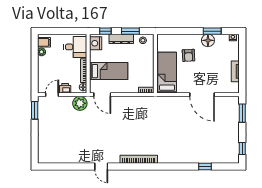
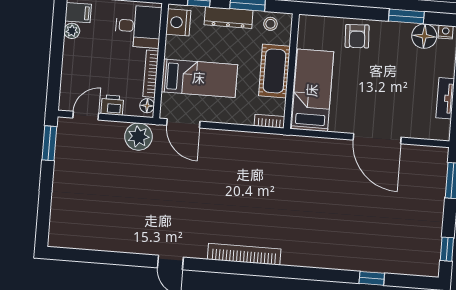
floor lamp: (208, 40) -> (424, 36), moved
armchair: (188, 55) -> (357, 36), moved
cot: (147, 64) -> (274, 71), added

